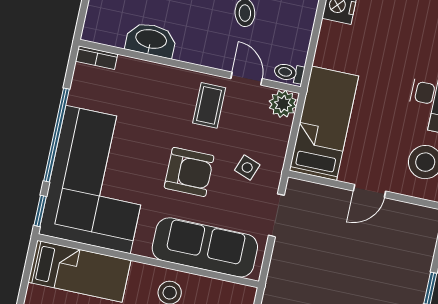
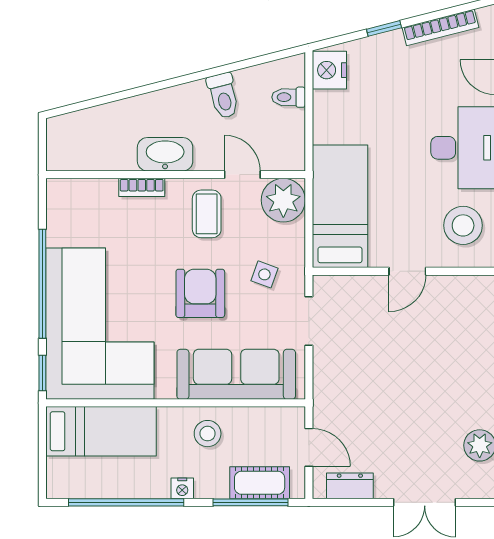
washbasin: (151, 40) -> (165, 154), moved
bookcase: (97, 58) -> (142, 187), moved
toilet: (289, 73) -> (289, 97), moved
plant: (283, 104) -> (283, 200), width x1.36, depth x1.36
armchair: (189, 172) -> (200, 293), turned -90

